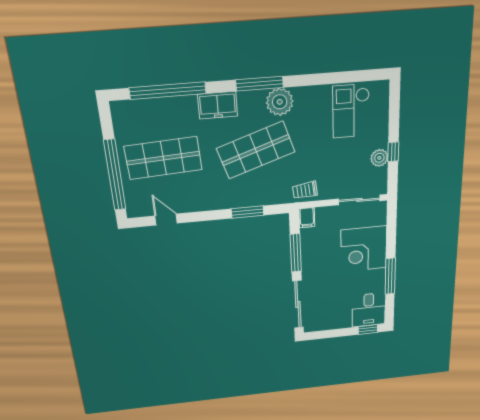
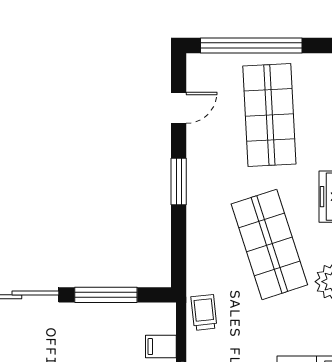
window: (247, 212) -> (179, 182), moved
filing cabinet: (307, 218) -> (161, 347), moved

